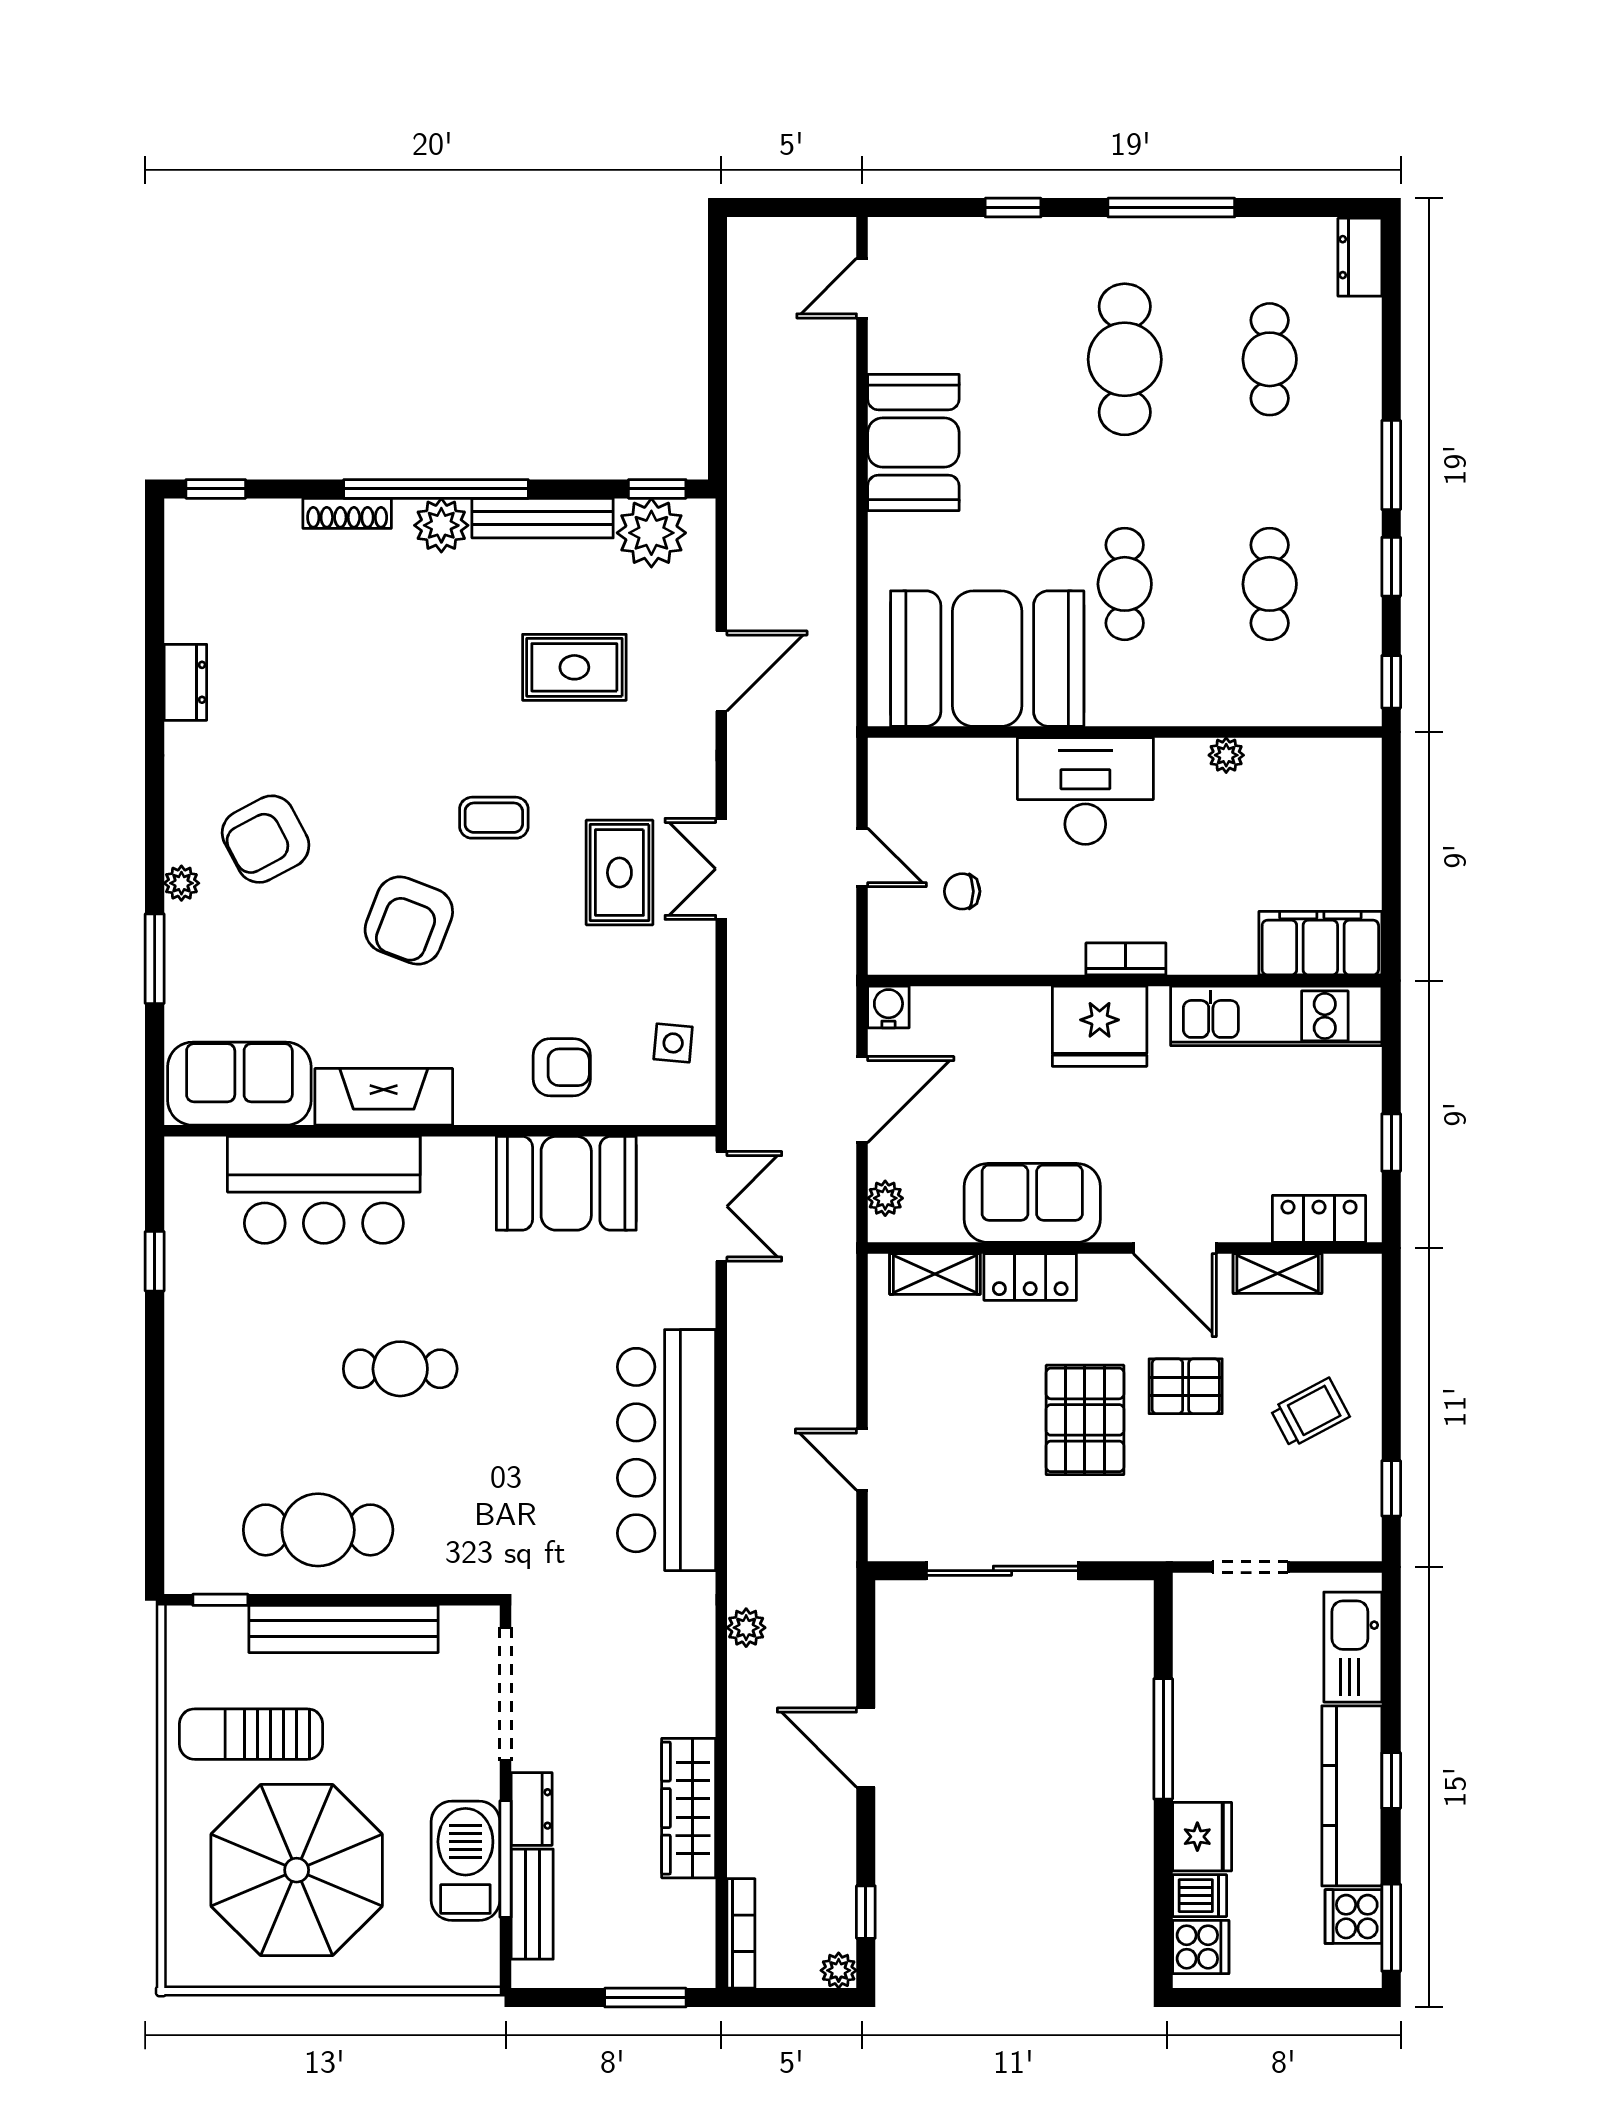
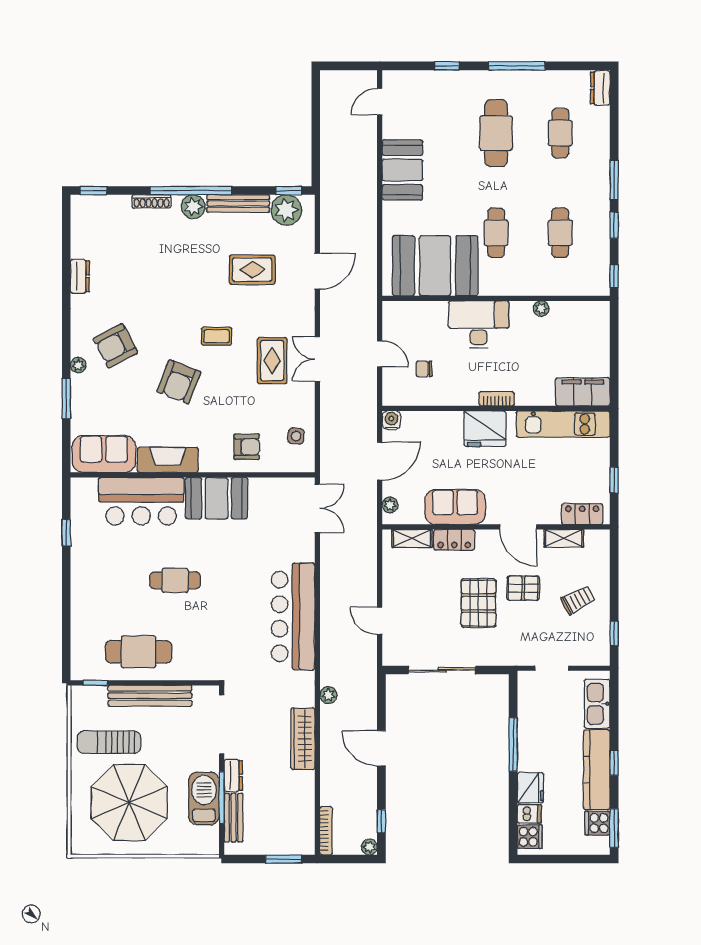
booth: (566, 1183) -> (217, 498), moved
wardrobe: (689, 1808) -> (303, 739), moved

